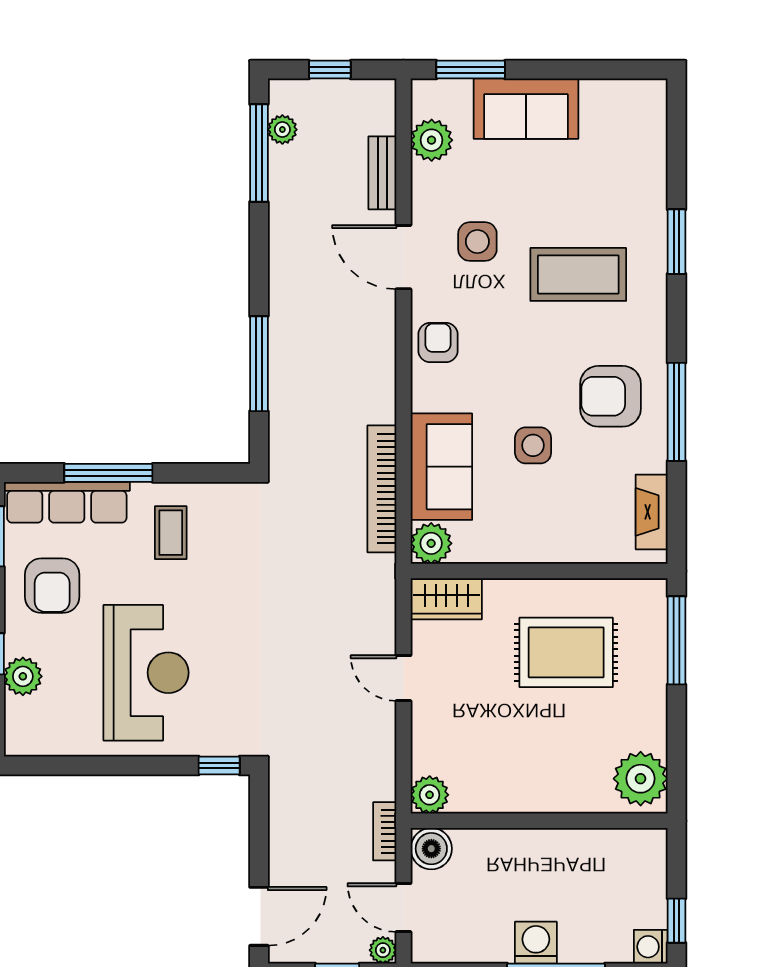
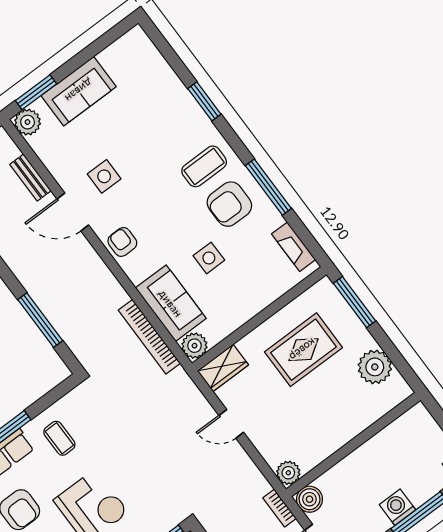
plant: (432, 140) -> (28, 122), moved
coffee table: (578, 274) -> (204, 166), moved, width x0.73, depth x0.76
plant: (641, 779) -> (375, 367), moved

